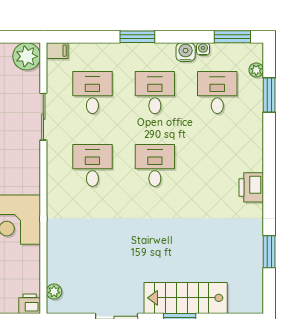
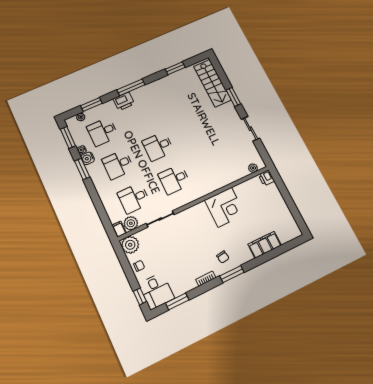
window: (137, 37) -> (82, 169), moved
plant: (57, 71) -> (131, 223), added
window: (269, 168) -> (131, 87), added
printer: (251, 187) -> (124, 101), moved
stairs: (186, 298) -> (212, 83), moved

